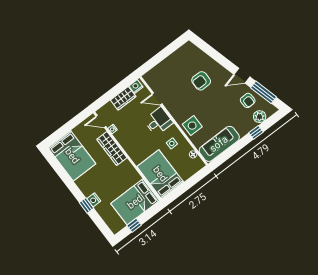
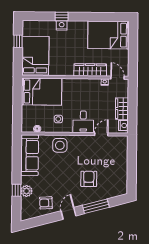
window: (264, 92) -> (96, 206), moved
plant: (260, 117) -> (27, 191), moved
door: (101, 121) -> (117, 78), hinge flipped

